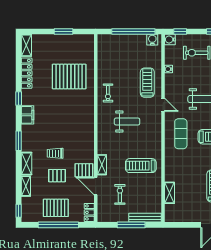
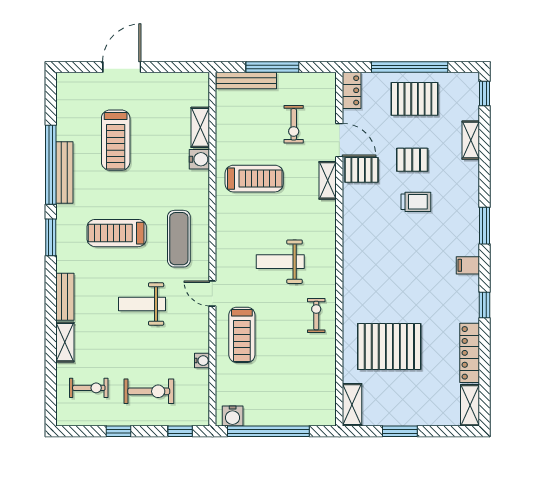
water cooler: (170, 40) -> (199, 159), moved
filing cabinet: (27, 115) -> (468, 265), width x0.50
shelving: (26, 164) -> (352, 405), moved

